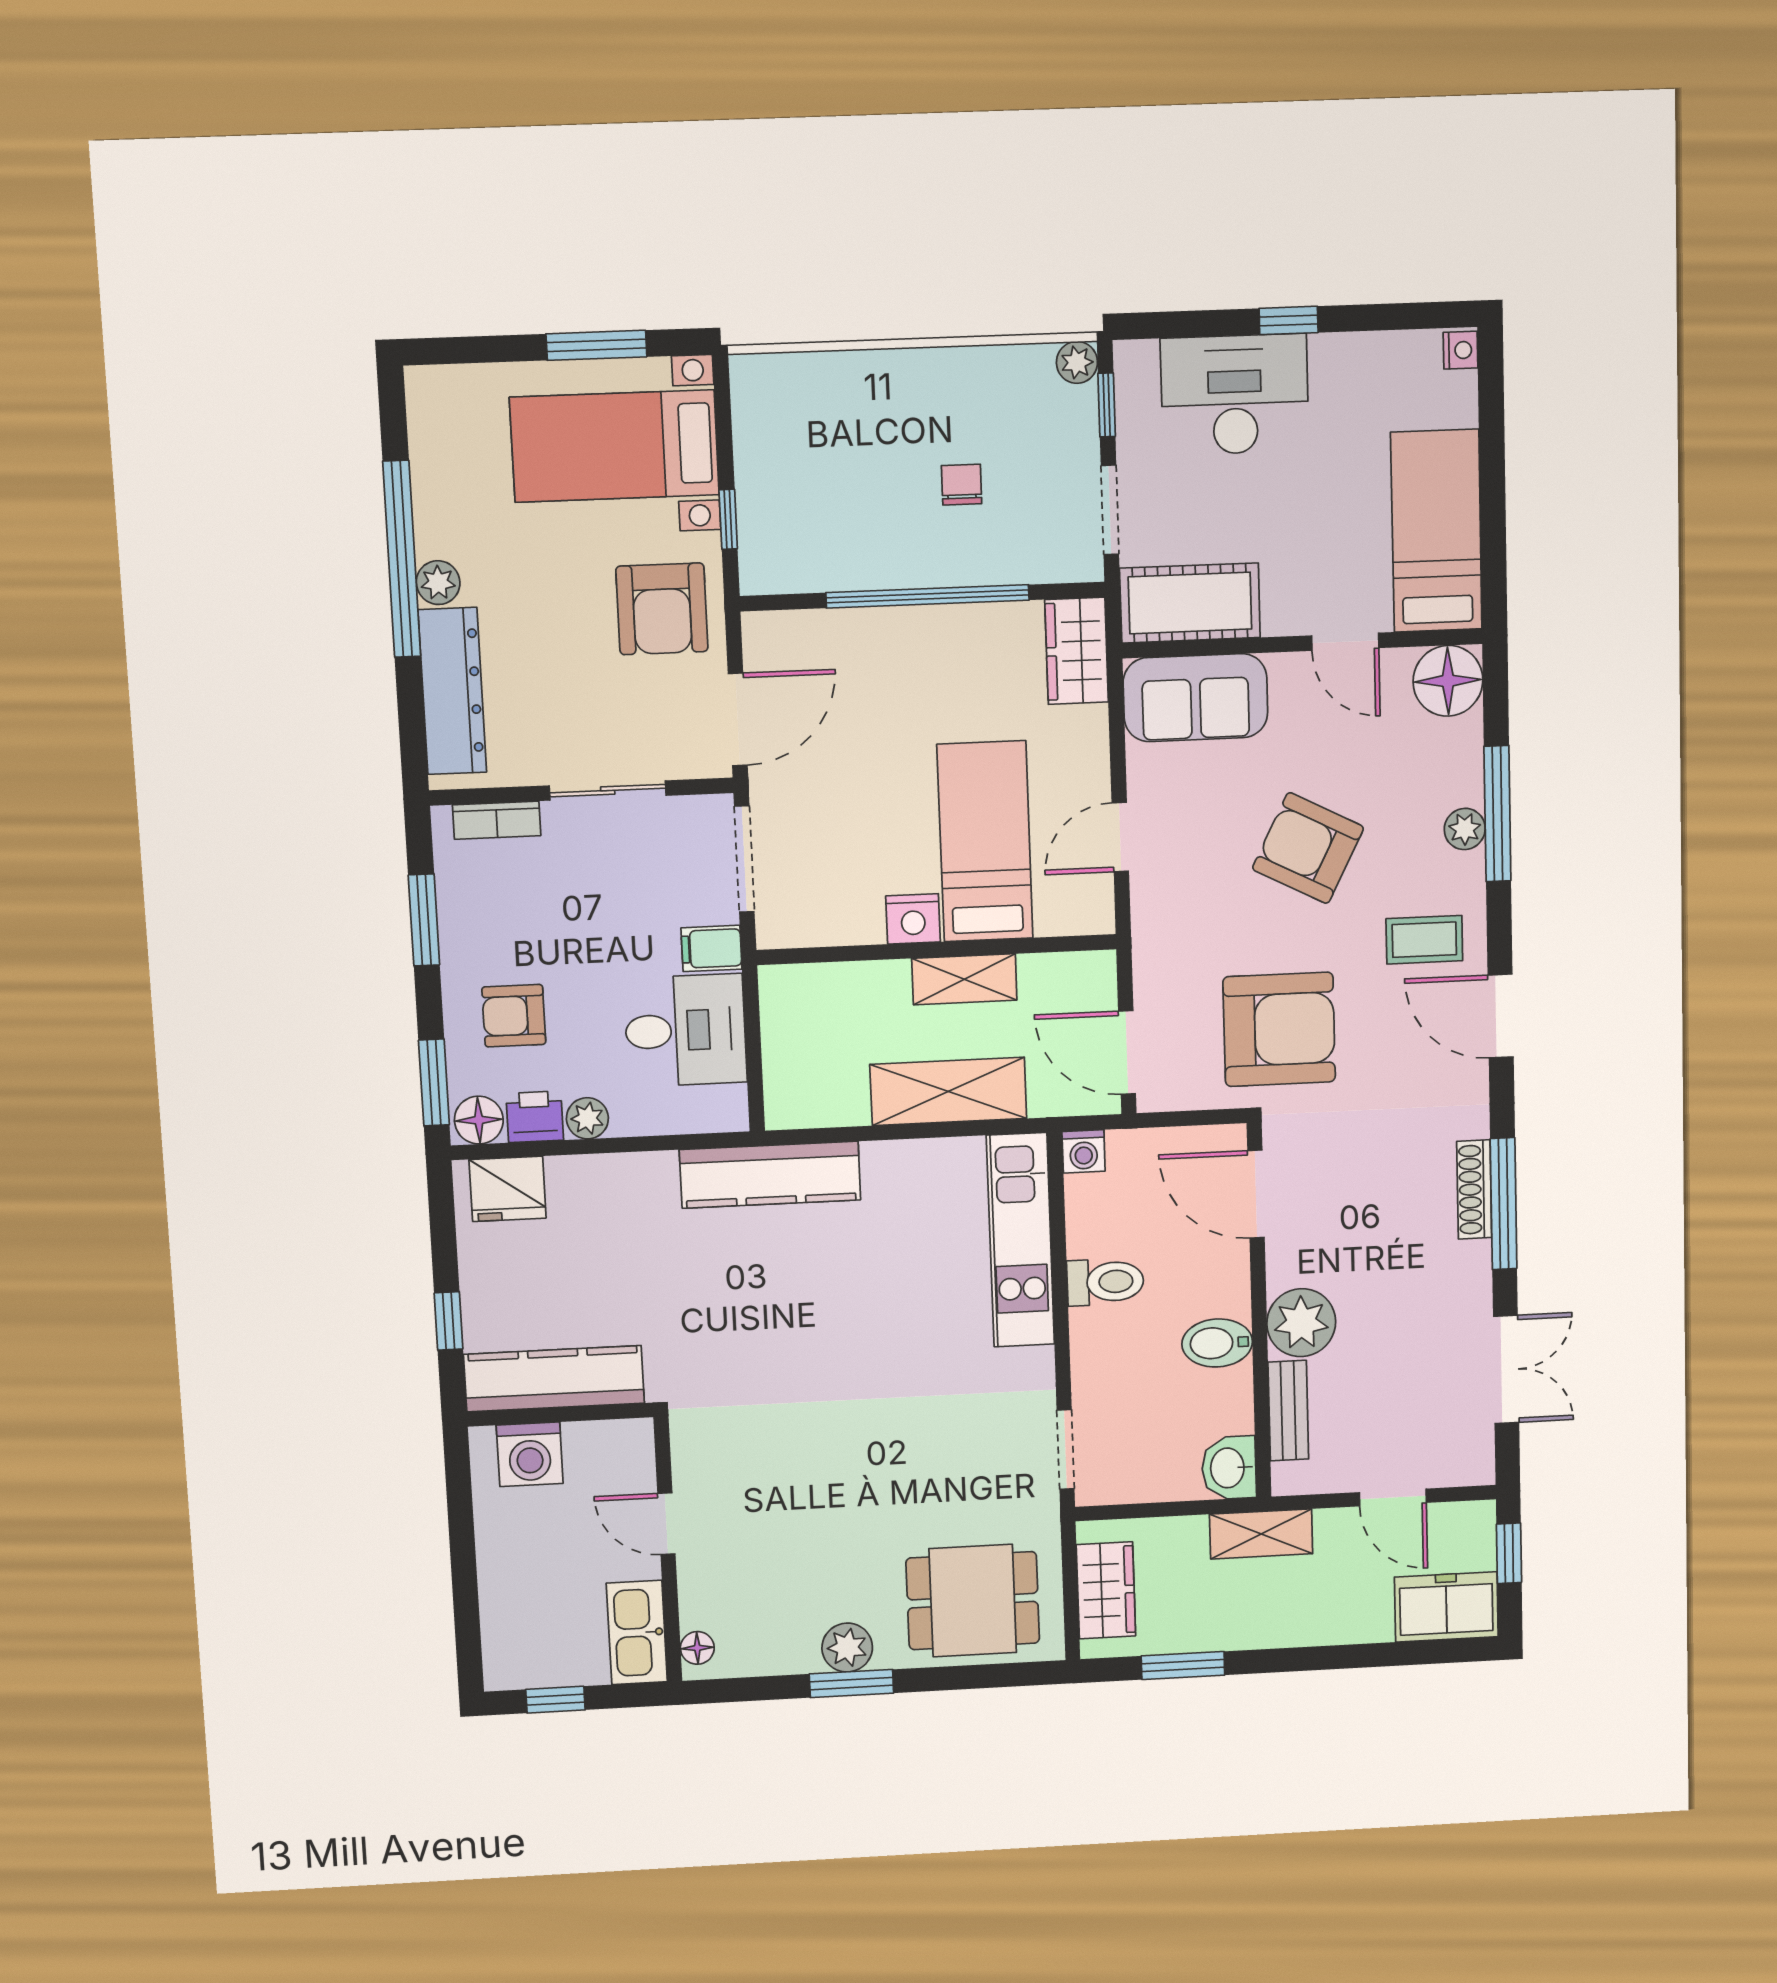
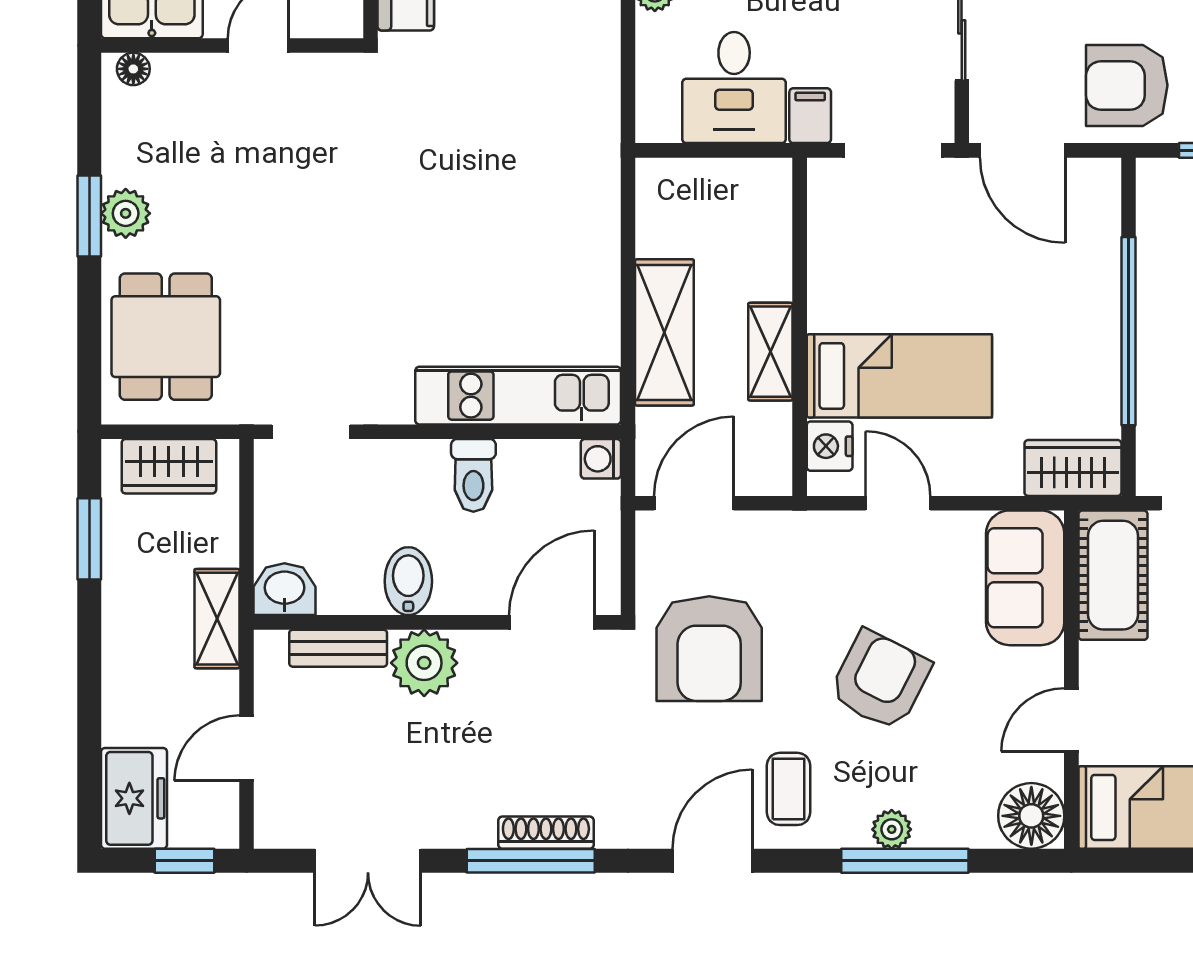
nightstand: (913, 919) -> (830, 446), moved
kitchen counter: (770, 1175) -> (593, 161), removed

